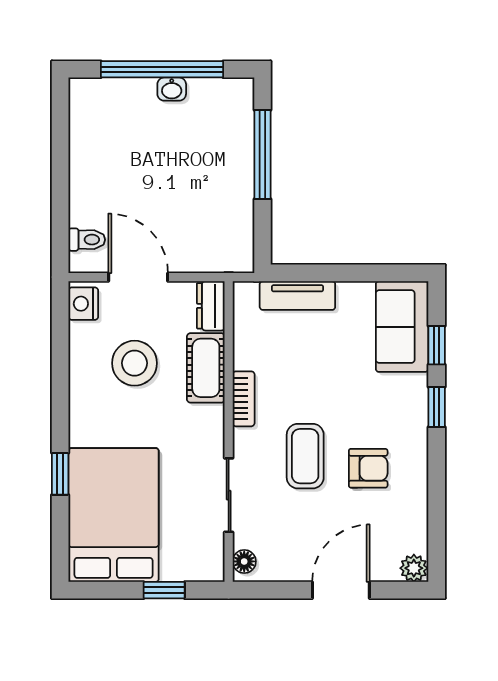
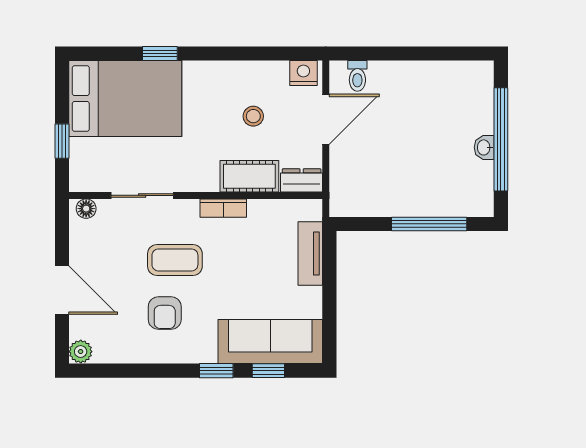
sofa: (402, 327) -> (270, 342), width x1.36
stool: (134, 363) -> (253, 116), width x0.53, depth x0.53

